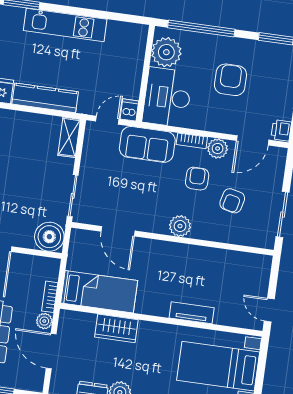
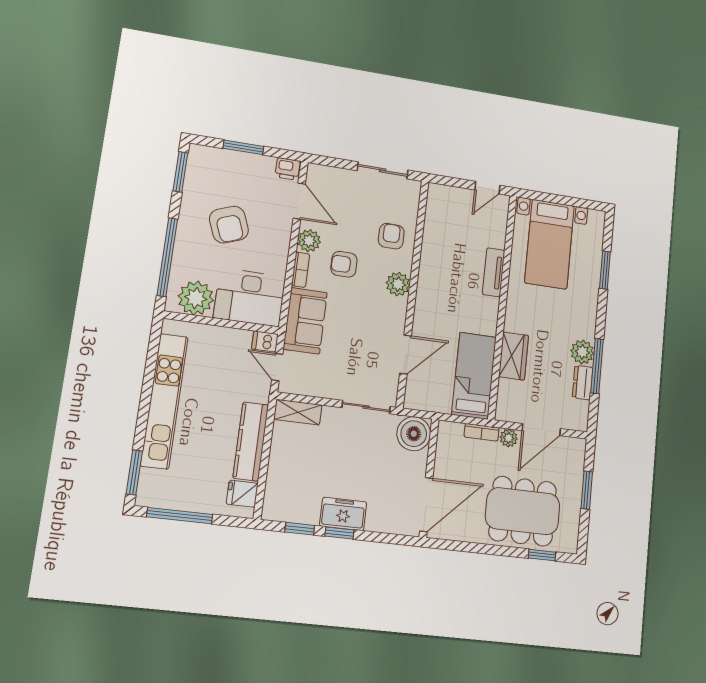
kitchen unit: (65, 25) -> (164, 401), width x1.36
armchair: (230, 80) -> (229, 225), turned -111
armchair: (232, 201) -> (391, 236), moved, turned -103

